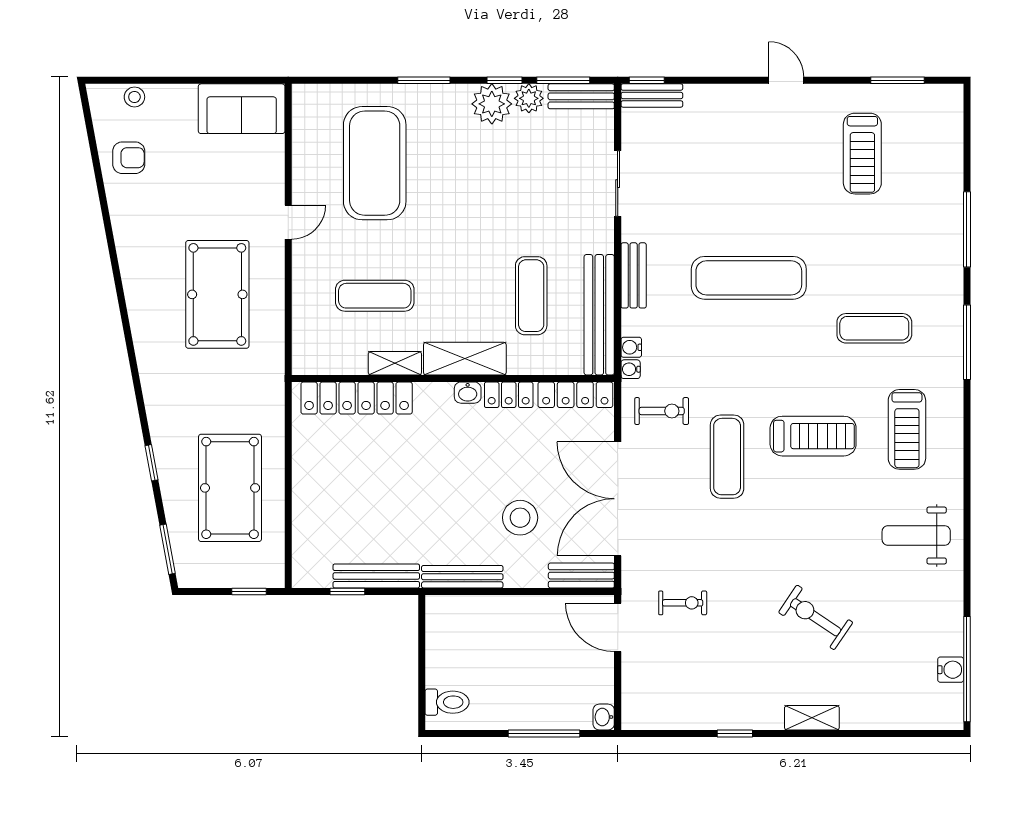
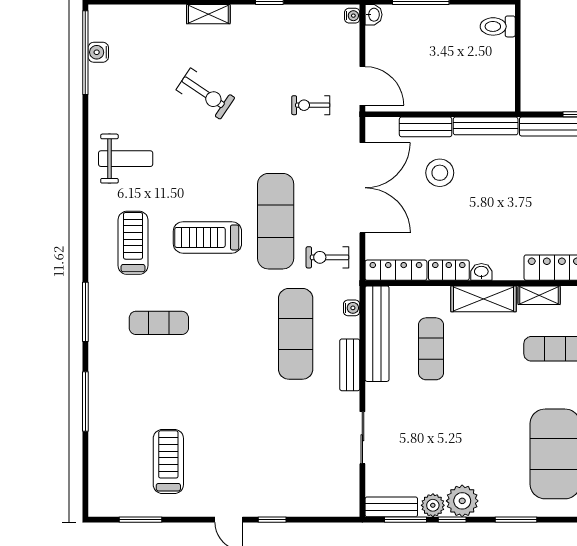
window: (647, 80) -> (272, 520), moved
bench: (652, 95) -> (335, 508), removed
exercise mat: (749, 278) -> (296, 334), moved, turned 90
water cooler: (631, 369) -> (352, 16), moved
exercise mat: (727, 457) -> (276, 221), width x1.36, depth x1.45
bench: (581, 576) -> (426, 127), moved

